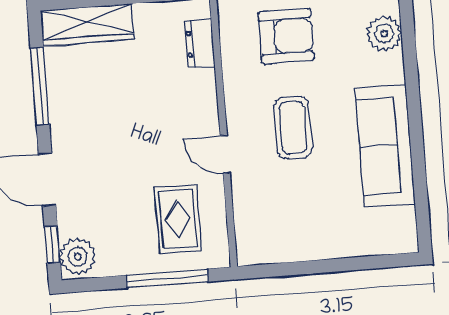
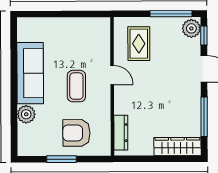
plant: (384, 34) -> (26, 114), moved
dresser: (200, 43) -> (121, 133), width x1.44
window: (167, 278) -> (171, 14), moved

